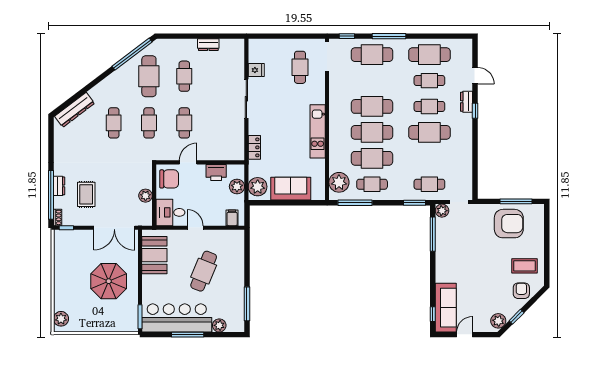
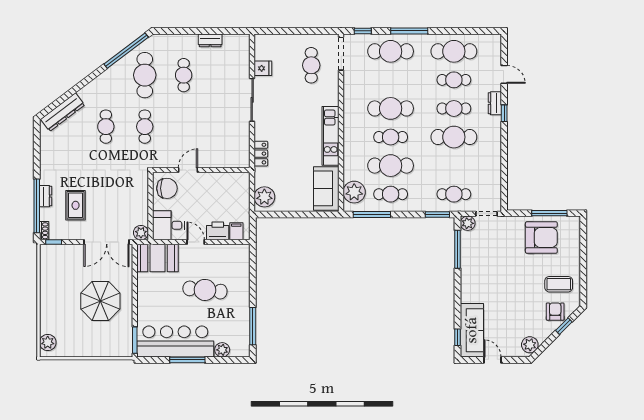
cafe table: (184, 123) -> (184, 127), removed
cafe table: (372, 132) -> (391, 137), width x0.73, depth x0.74
printer: (216, 172) -> (218, 231), moved, turned 180
plant: (237, 187) -> (242, 197), removed
sofa: (291, 189) -> (326, 188), moved, turned -90
plant: (146, 196) -> (141, 233), moved
booth: (154, 255) -> (158, 258), moved, turned 90
cafe table: (204, 271) -> (205, 290), turned 74
window: (517, 317) -> (564, 326), moved
door: (465, 335) -> (493, 360), hinge flipped

